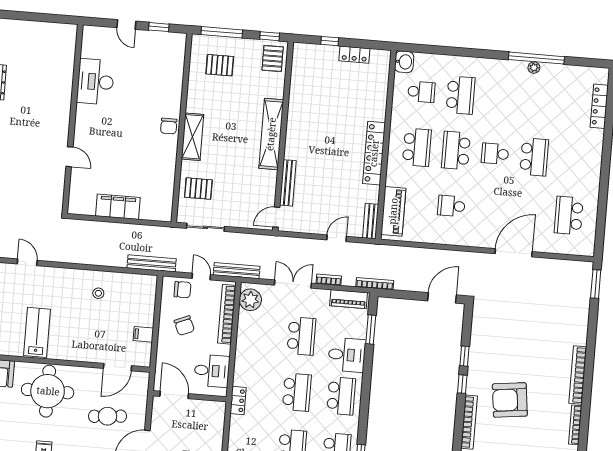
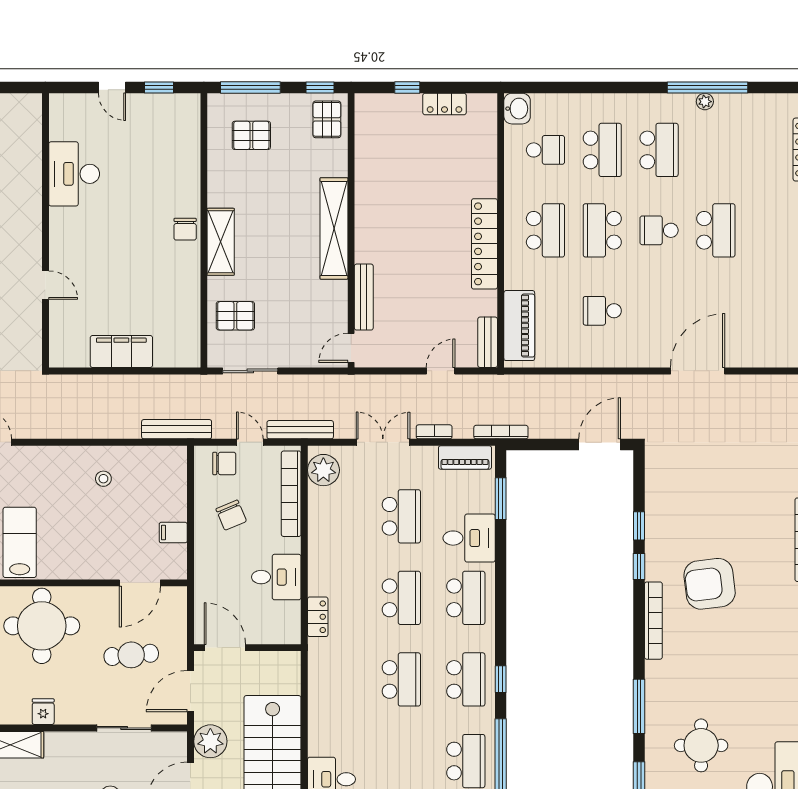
school desk: (569, 216) -> (659, 150), moved, turned 180
door: (174, 395) -> (225, 648), moved
wall: (190, 396) -> (247, 648), moved

